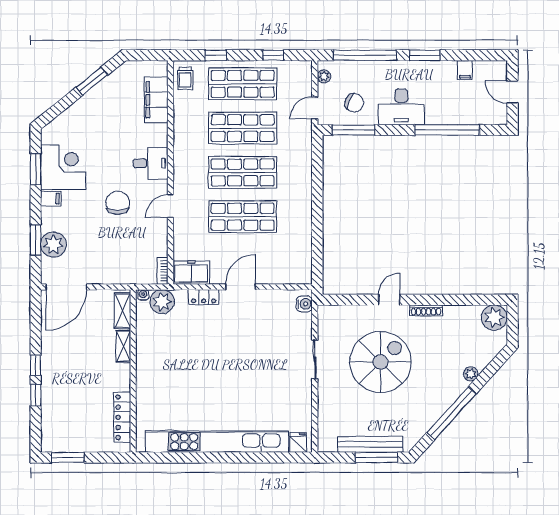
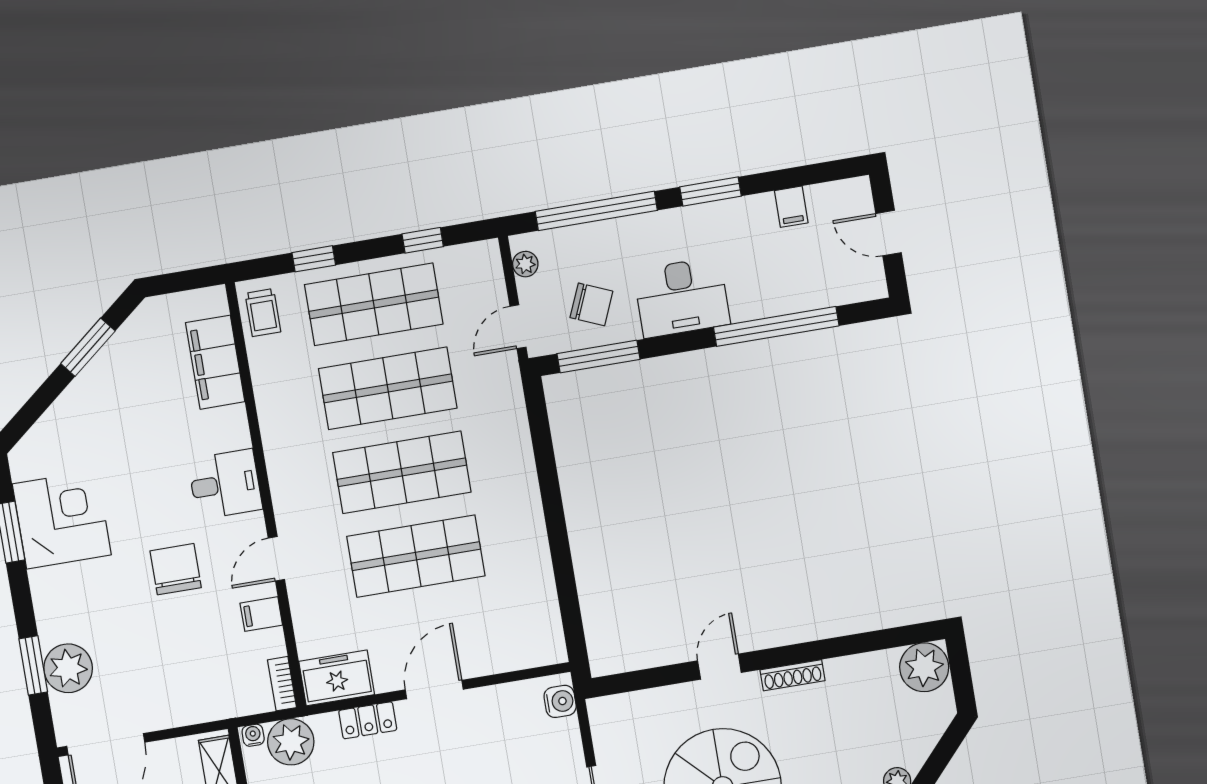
filing cabinet: (51, 199) -> (261, 614), moved, turned 180

